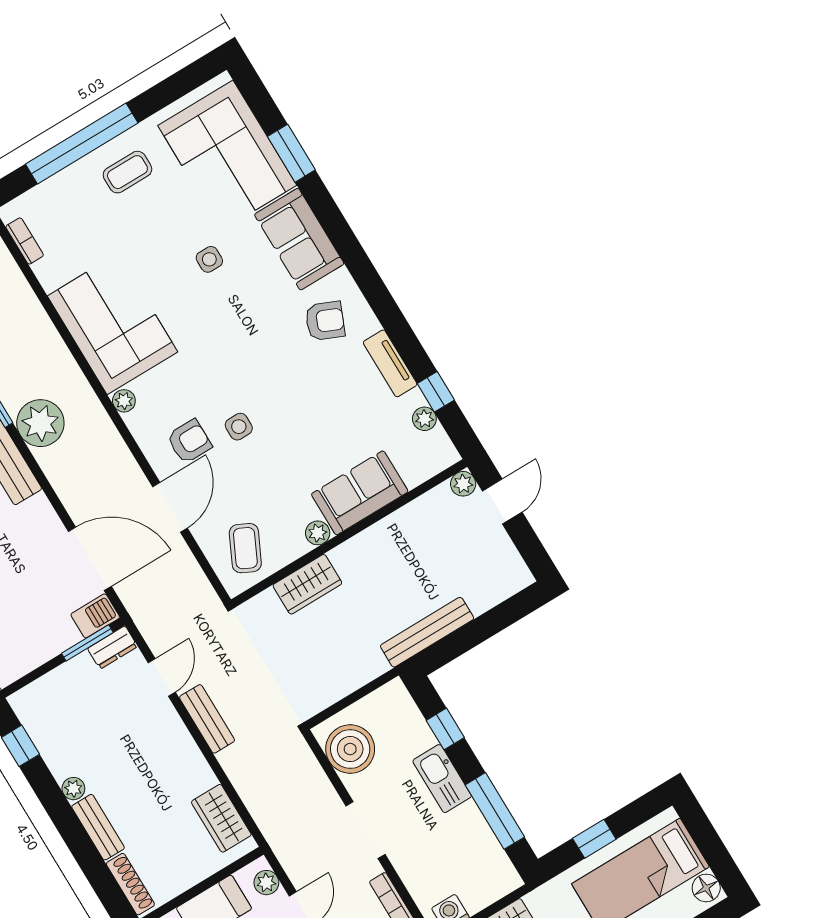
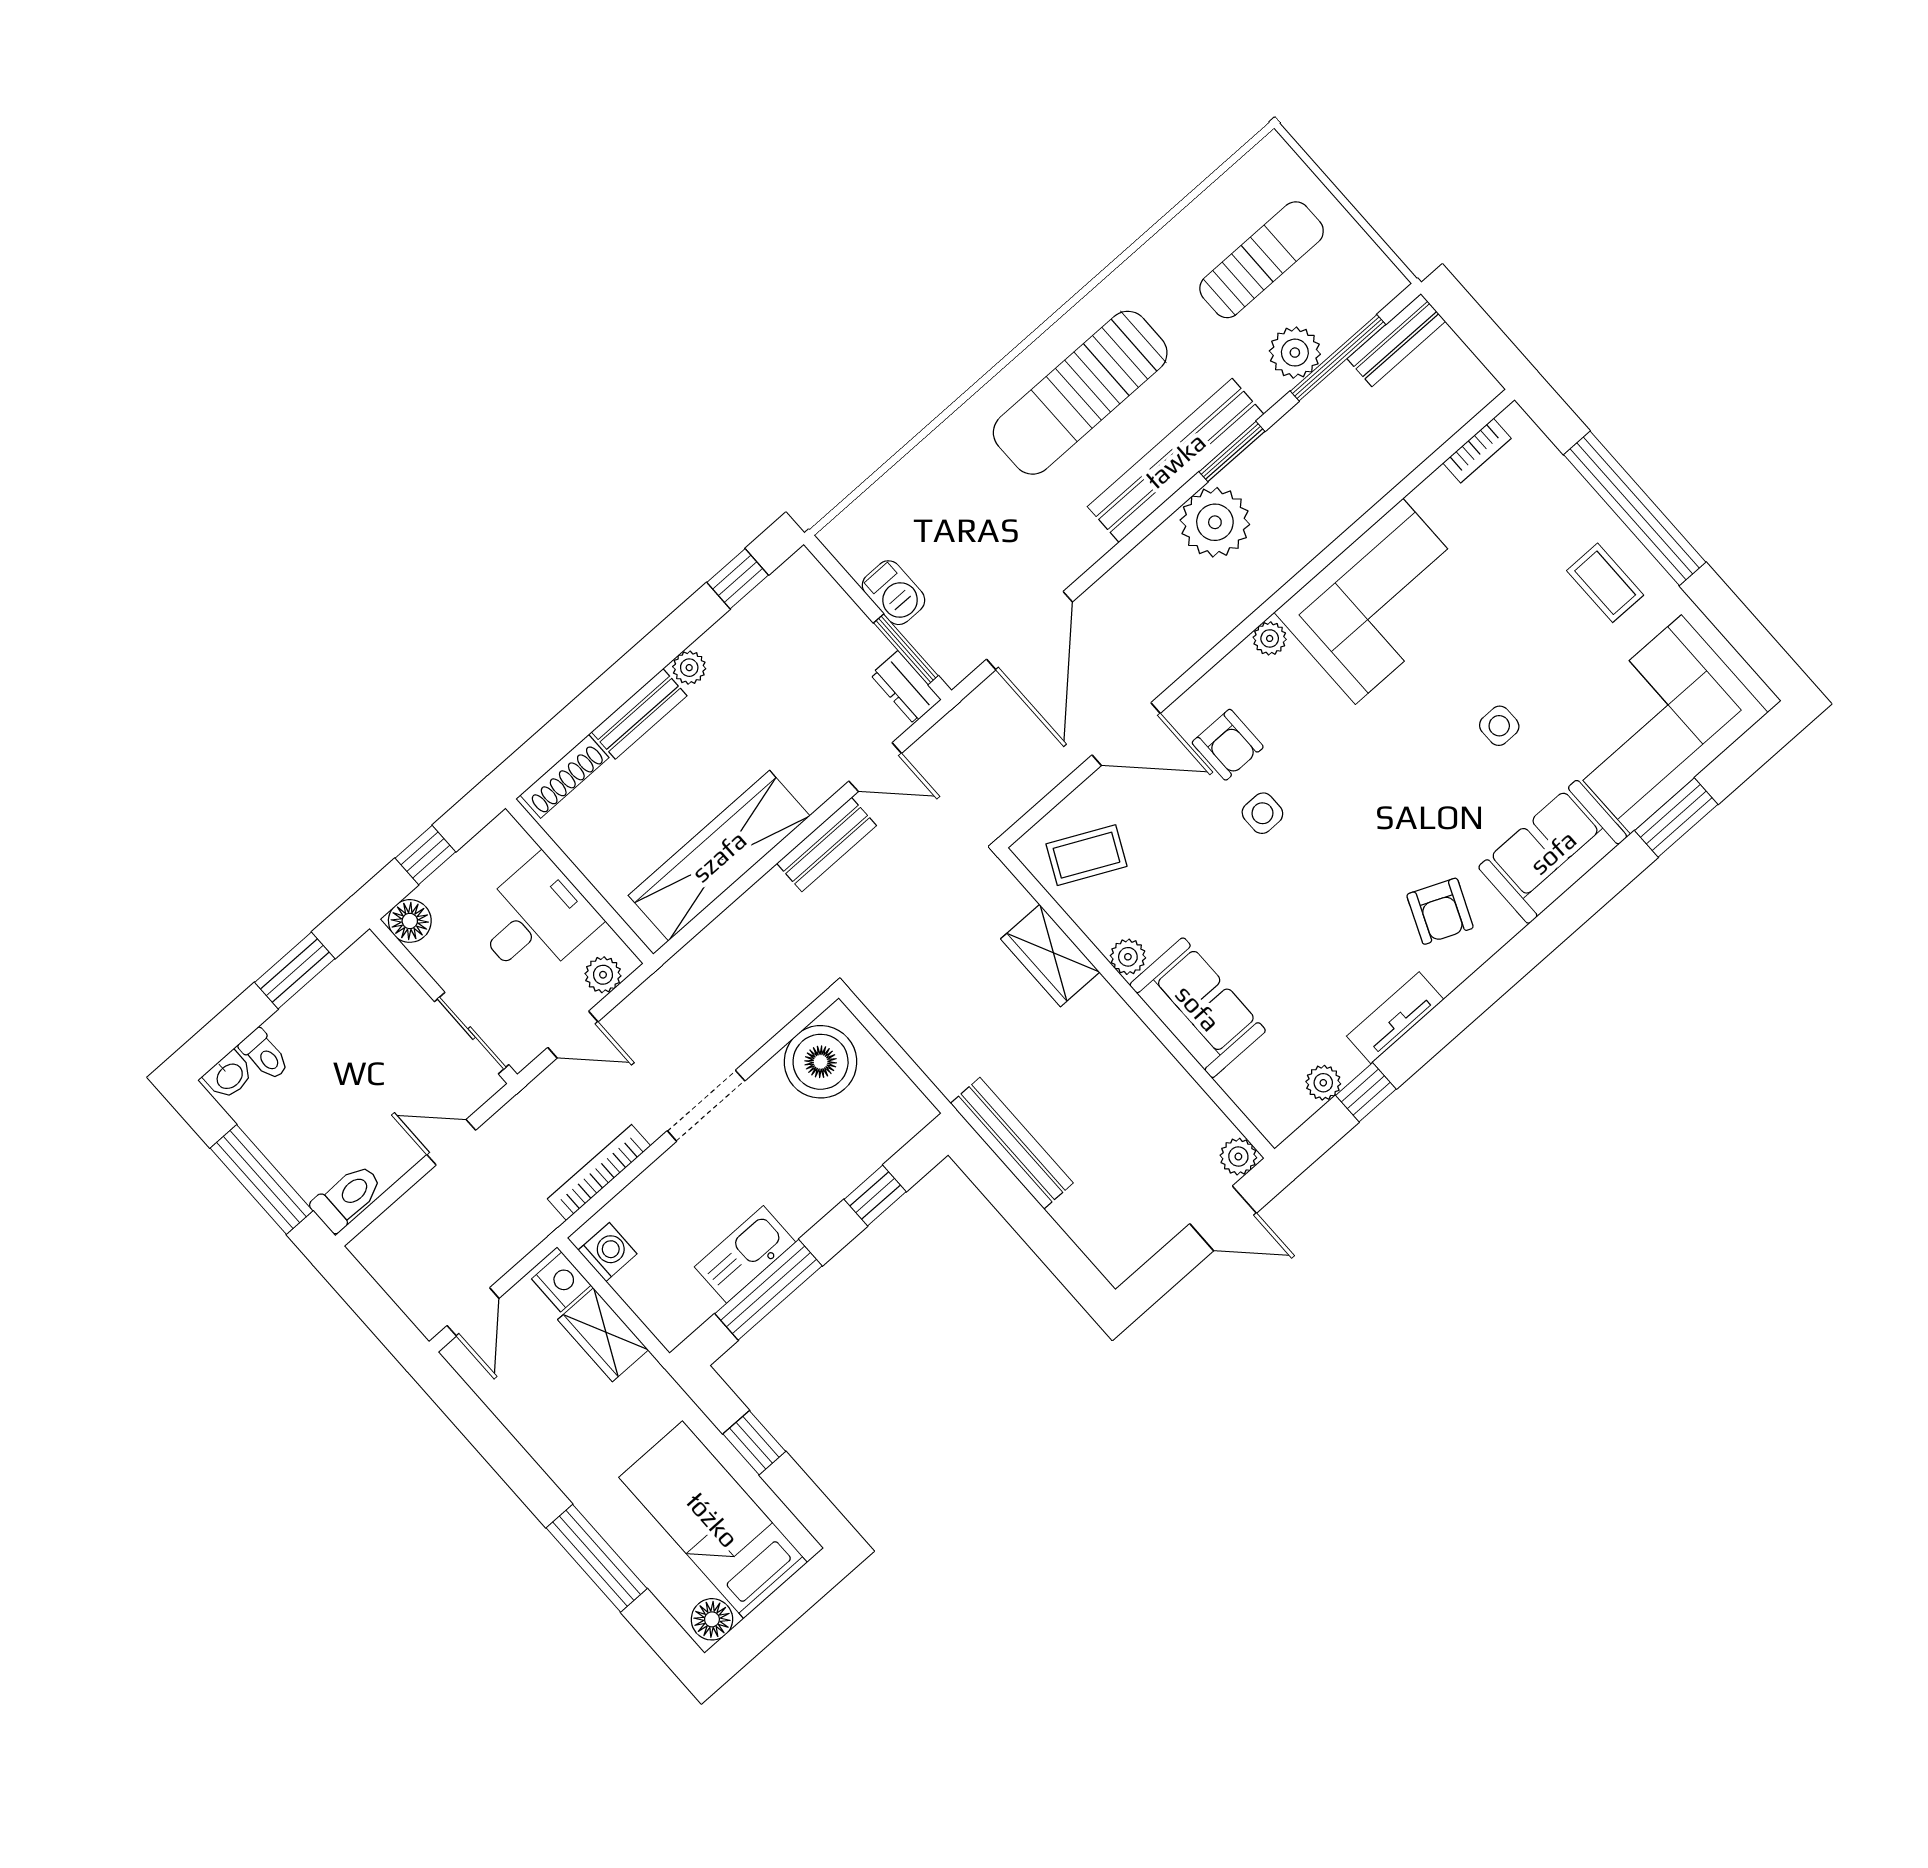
barbecue: (95, 616) -> (894, 593), moved
kitchen sink: (442, 779) -> (745, 1254), moved
wardrobe: (221, 818) -> (719, 856), width x2.10, depth x1.17

